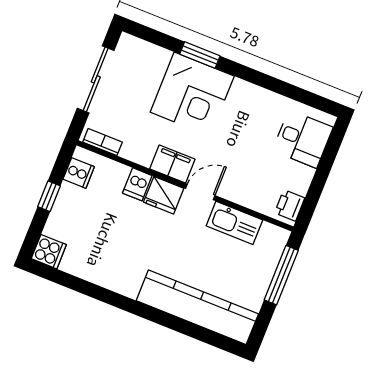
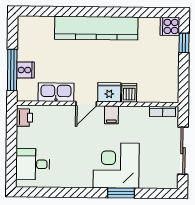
filing cabinet: (172, 164) -> (111, 115), width x0.50
cooker: (79, 173) -> (25, 70), moved, turned 180
window: (49, 196) -> (184, 43), moved
kitchen counter: (197, 307) -> (96, 28), moved

